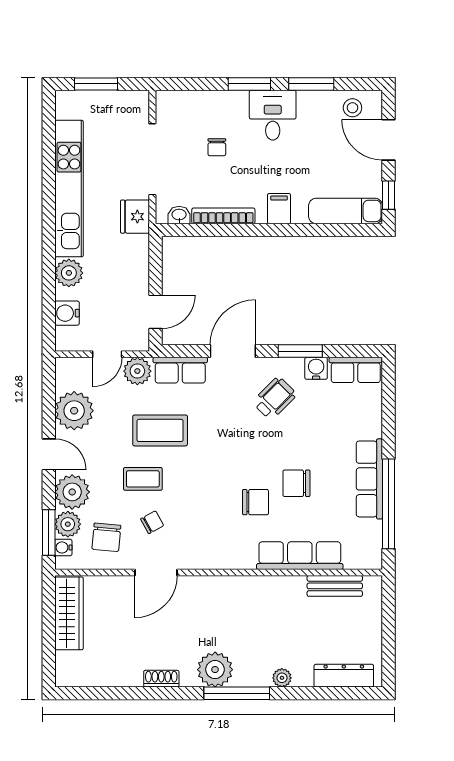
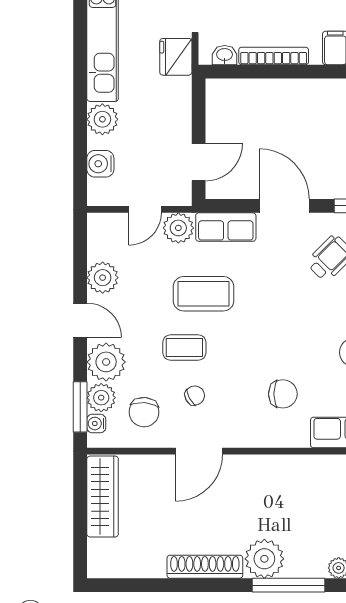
door: (233, 351) -> (284, 206), hinge flipped
plant: (74, 411) -> (103, 278), width x0.73, depth x0.73
chair: (256, 502) -> (283, 394), moved
shoe rack: (161, 679) -> (205, 567), width x1.94, depth x1.24

